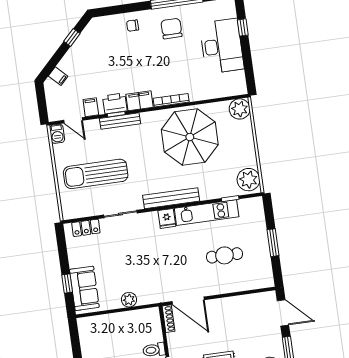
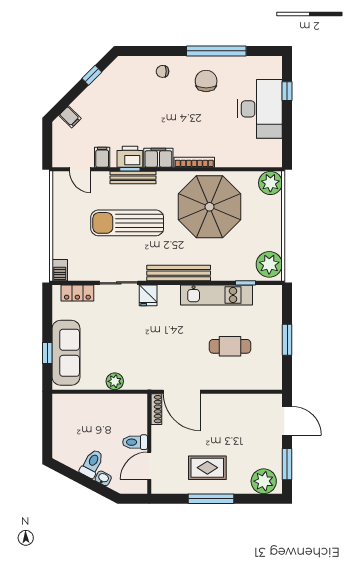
barbecue: (57, 134) -> (60, 270), moved
sun lounger: (96, 174) -> (127, 223), moved
fridge: (167, 218) -> (148, 295), moved
sofa: (84, 288) -> (66, 353), width x1.36

